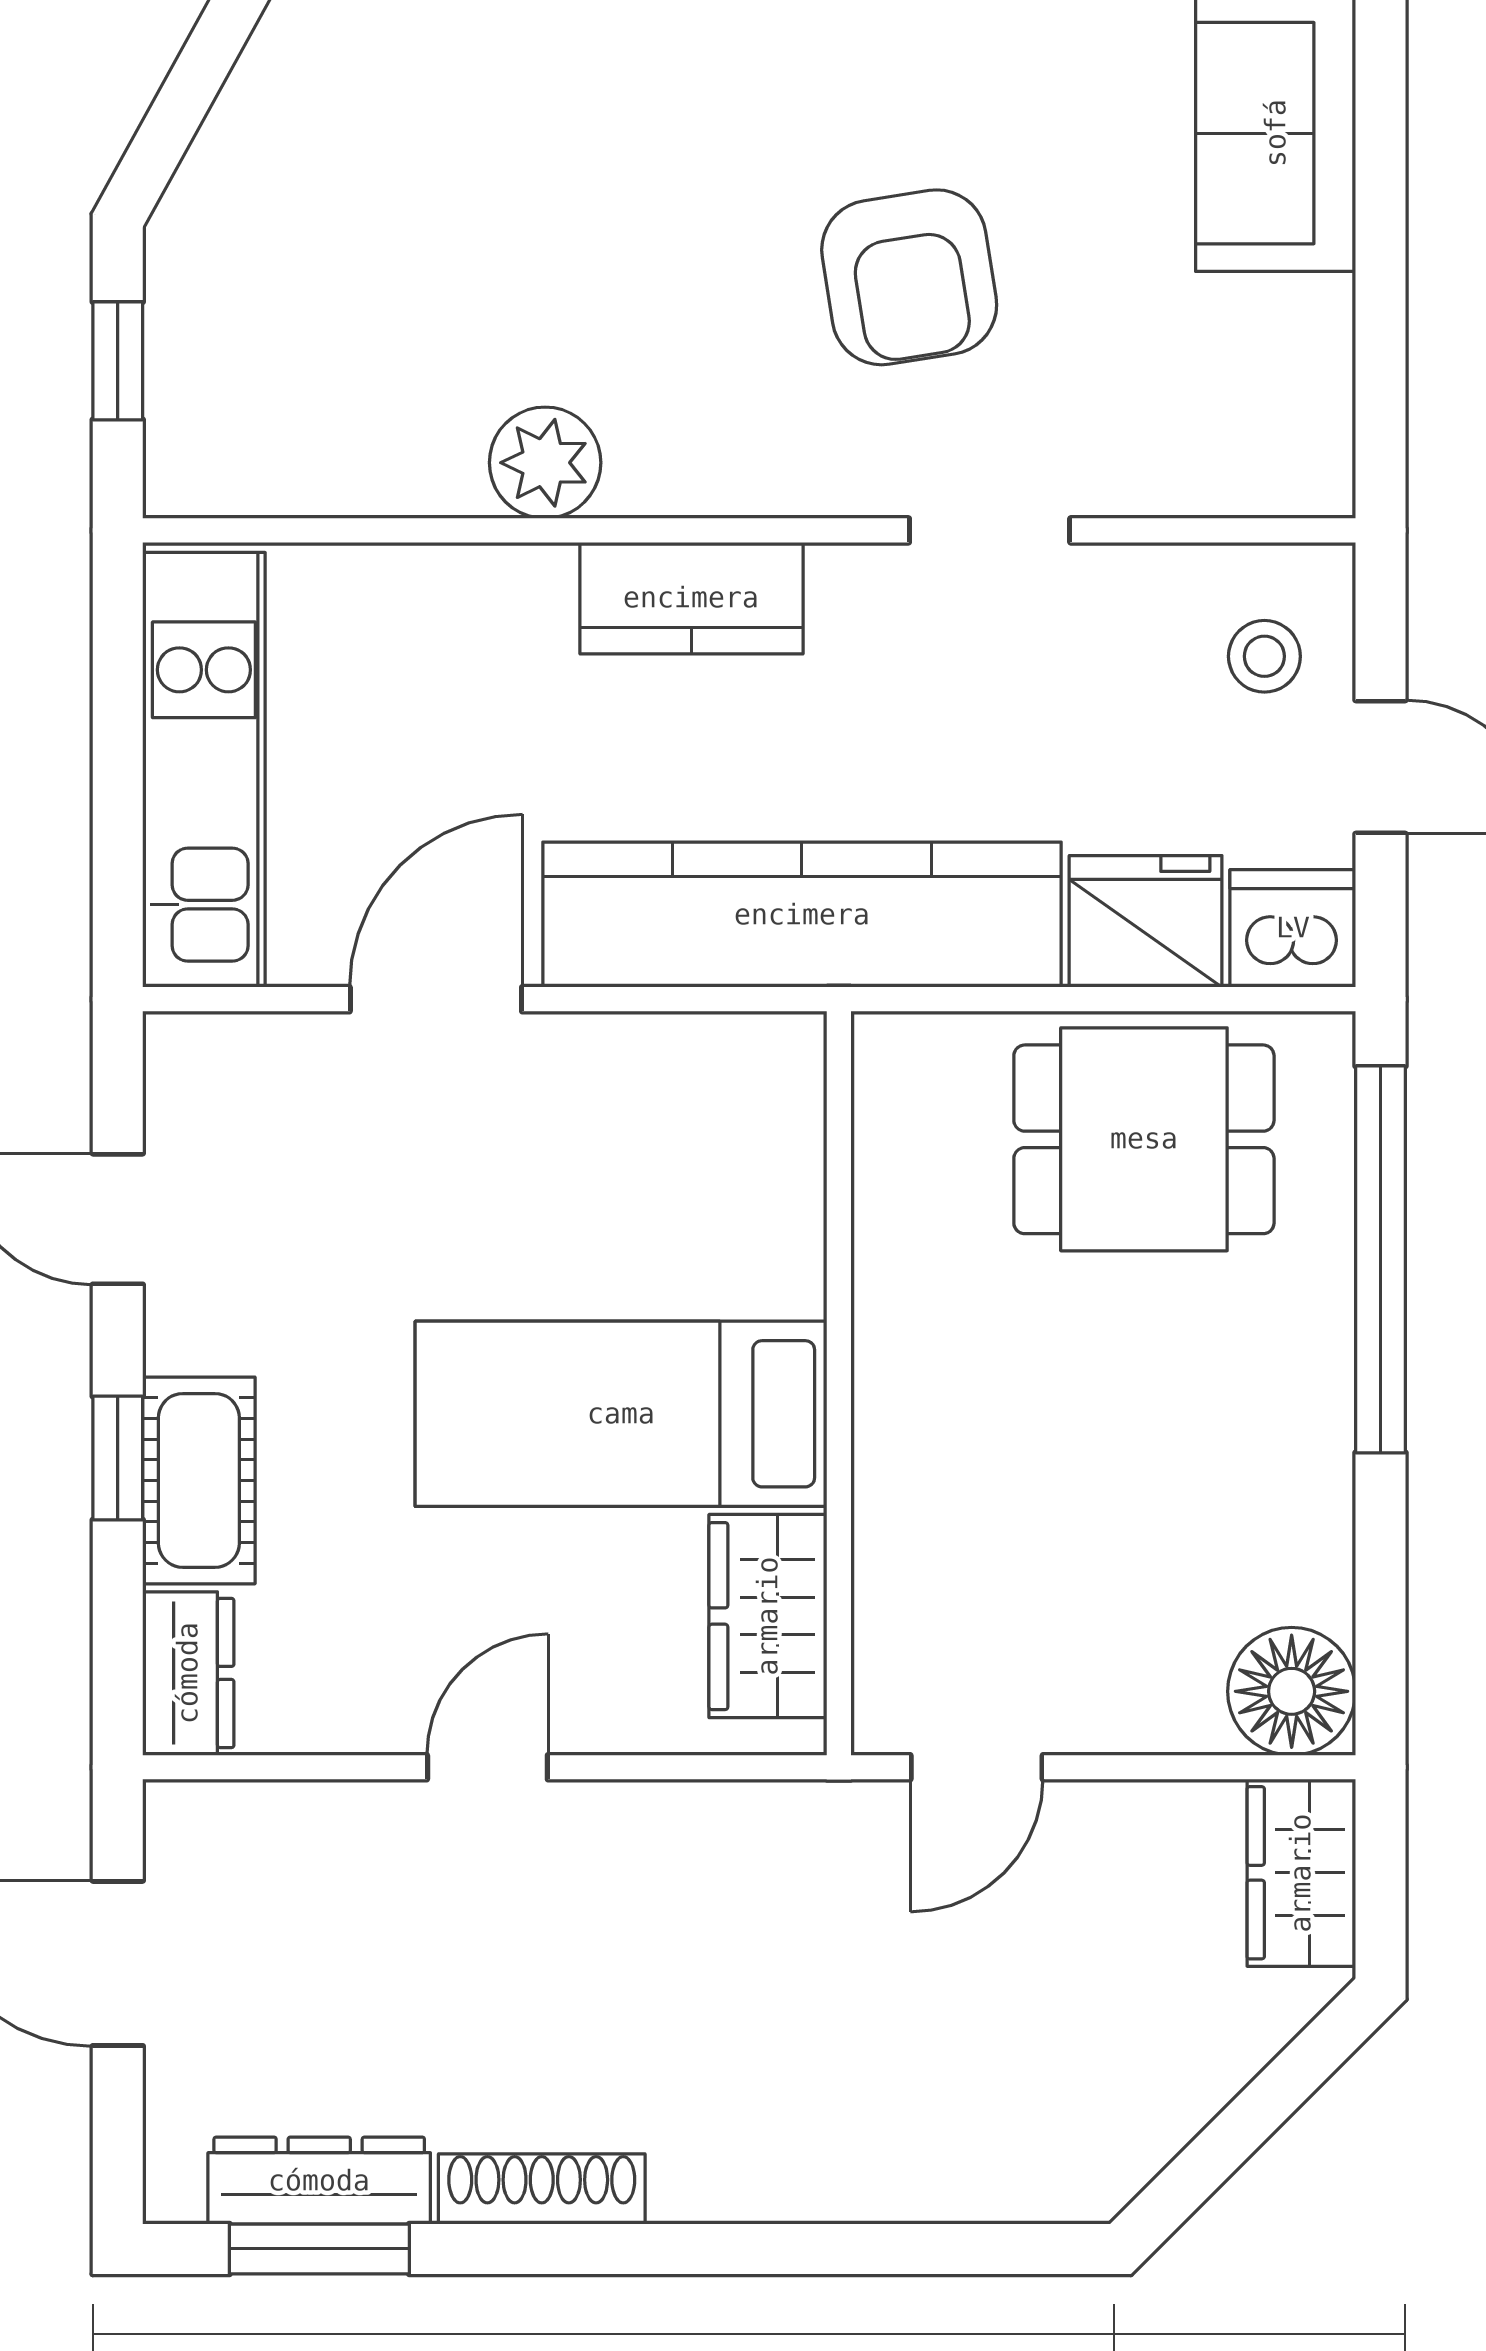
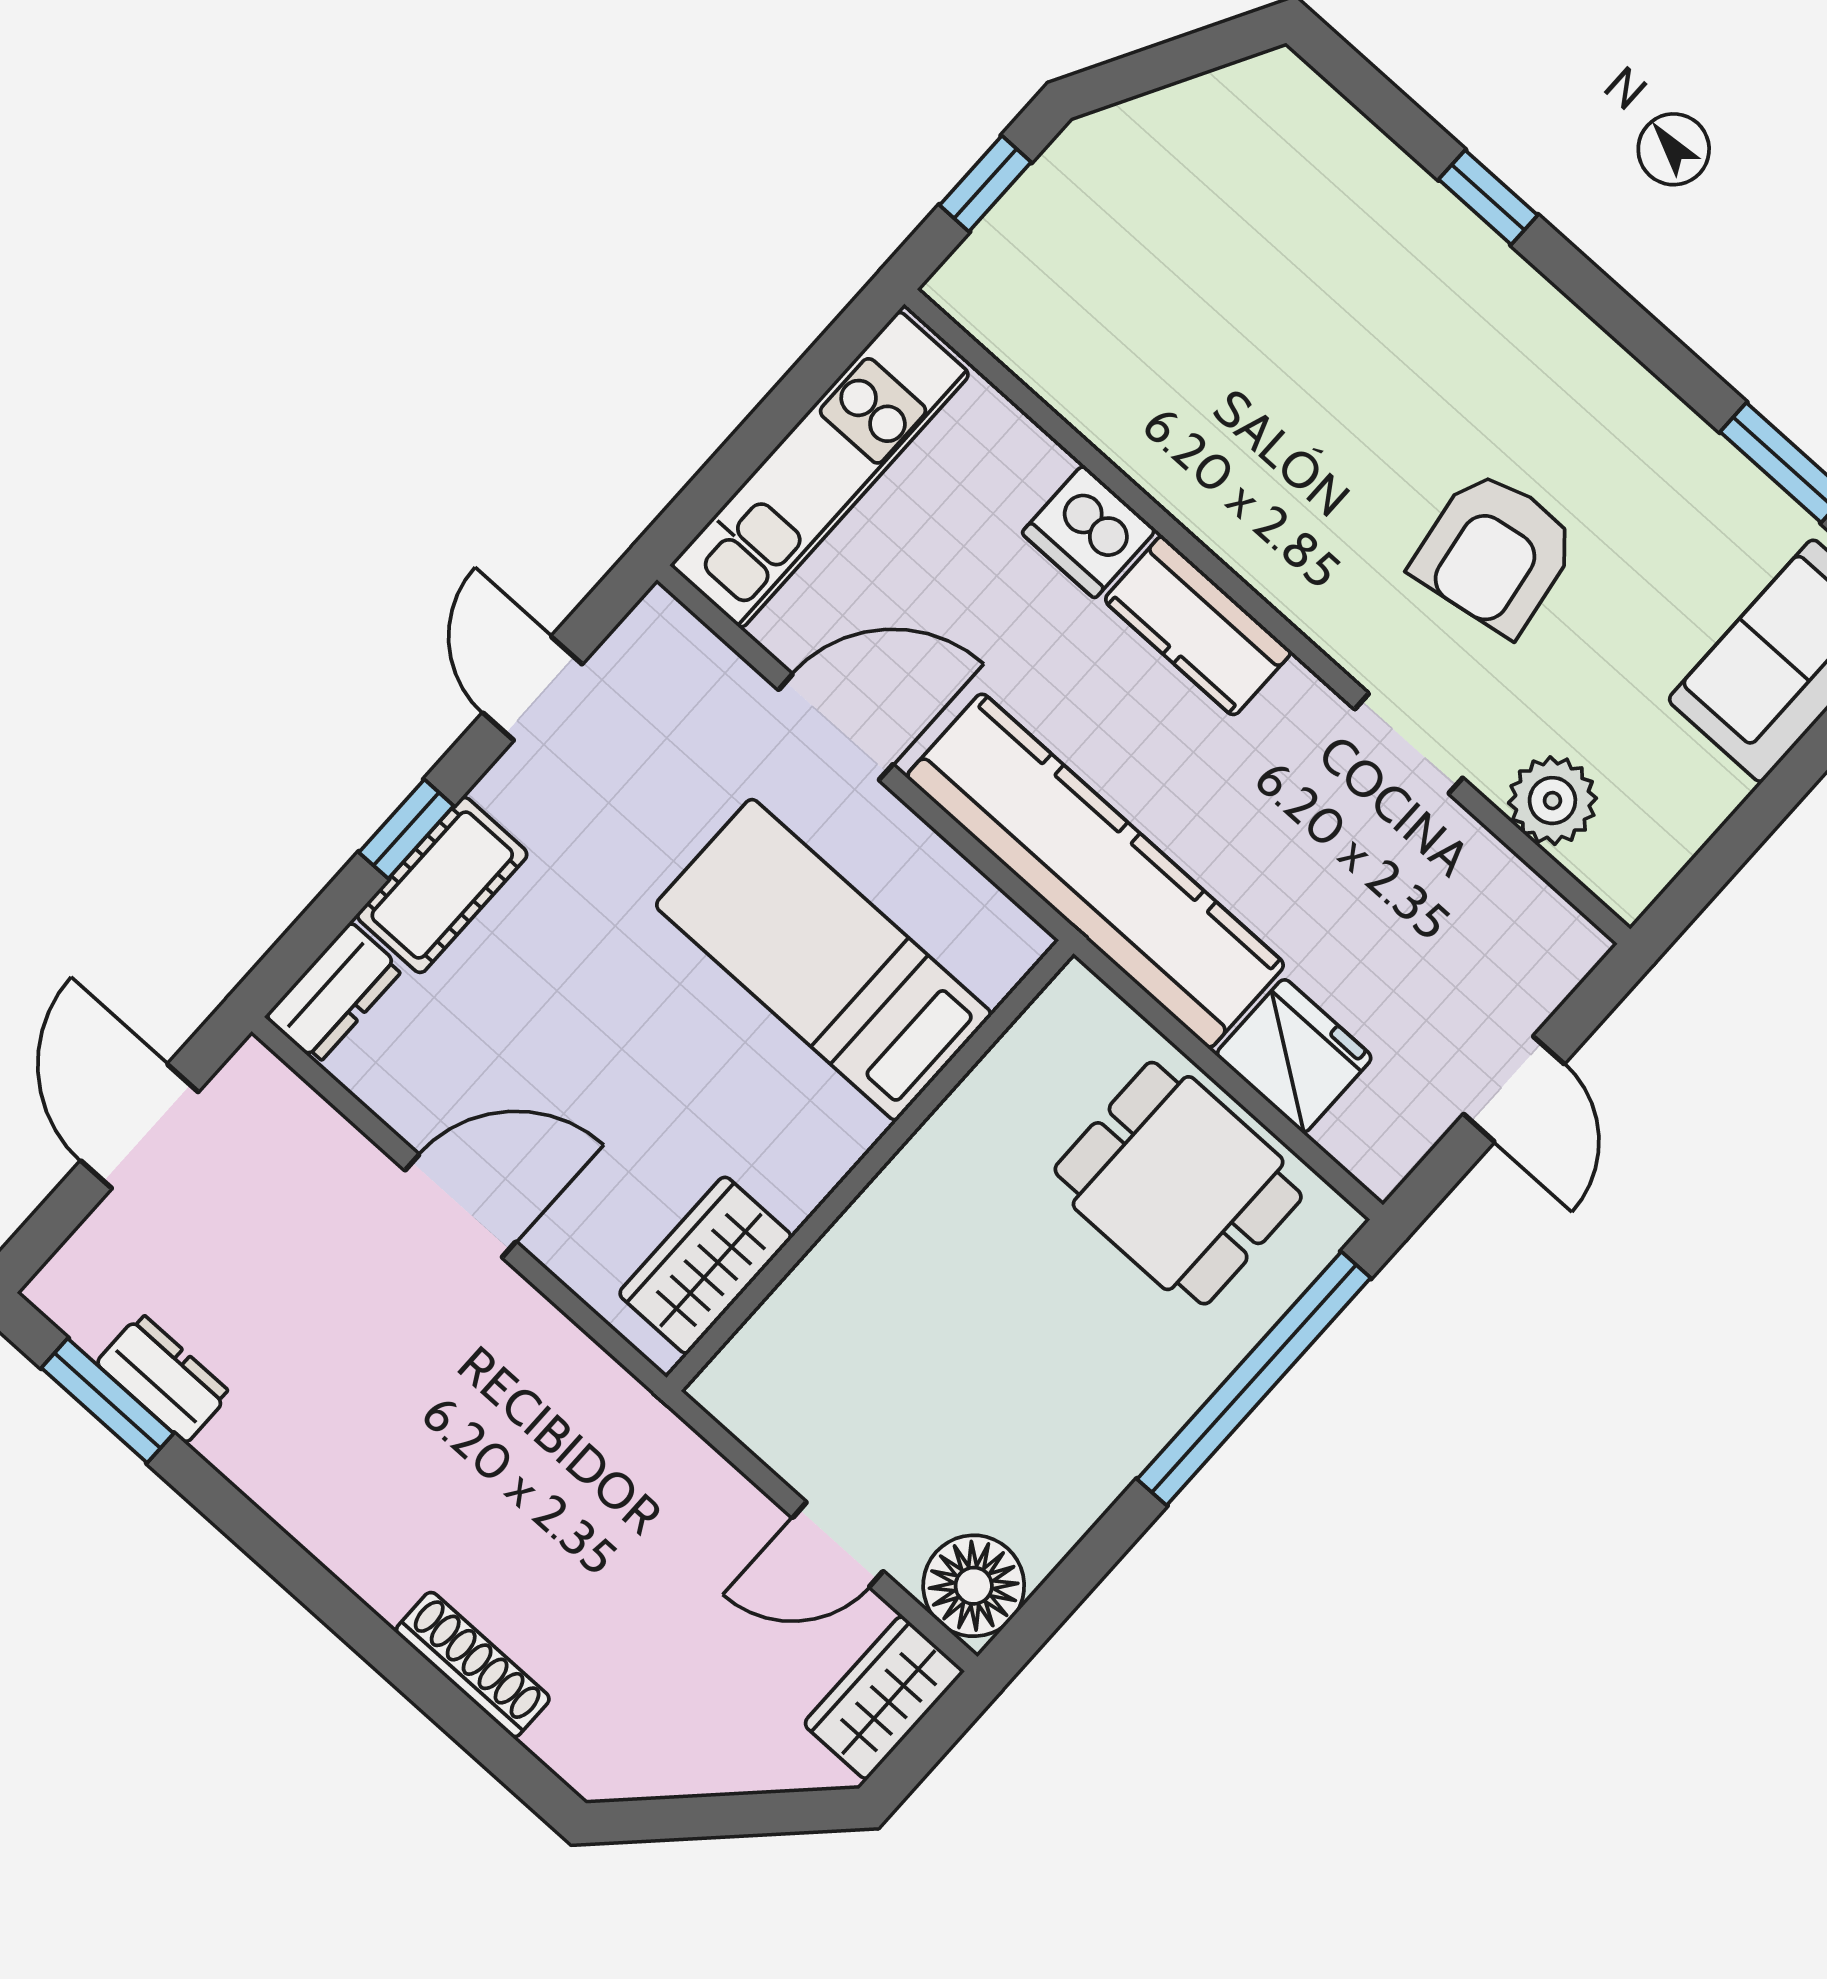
plant: (545, 463) -> (1552, 801), moved
stool: (1264, 656) -> (1504, 963), removed
dishwasher: (1293, 928) -> (1089, 532), moved, turned 180
bed: (621, 1414) -> (824, 960), moved
door: (487, 1767) -> (461, 1206), width x1.37
door: (977, 1767) -> (838, 1544), moved
dresser: (319, 2181) -> (163, 1378), width x0.70
shoe rack: (542, 2189) -> (473, 1665), moved

